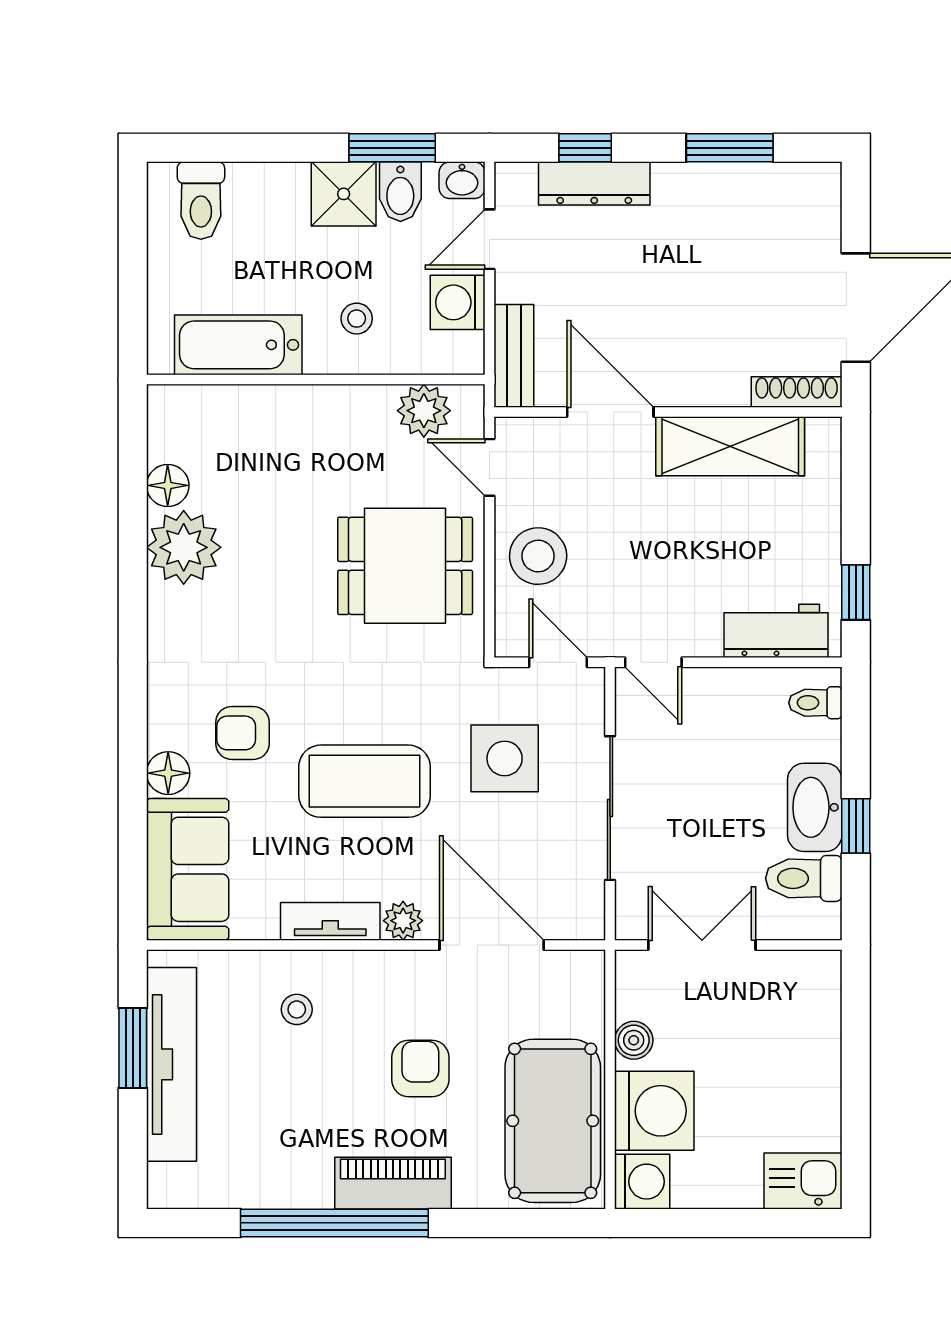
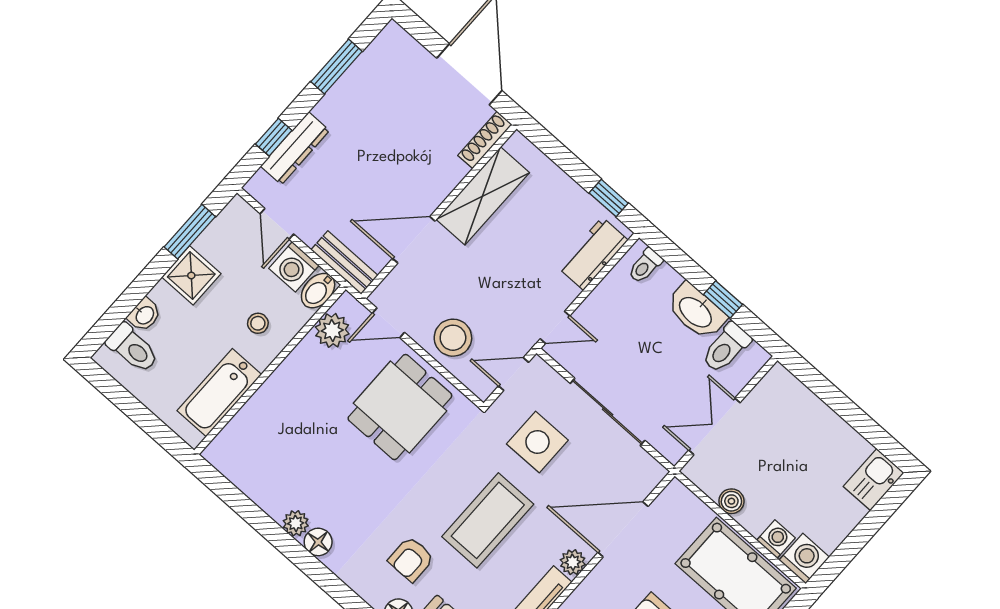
washbasin: (462, 180) -> (144, 315), moved
bidet: (400, 192) -> (318, 291), moved, turned 90
floor lamp: (168, 485) -> (318, 542), moved
plant: (184, 547) -> (296, 523), width x0.53, depth x0.53
washing machine: (654, 1111) -> (776, 539), width x0.53, depth x0.53

